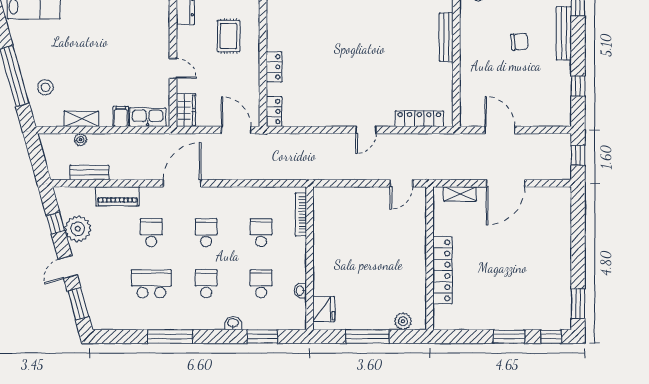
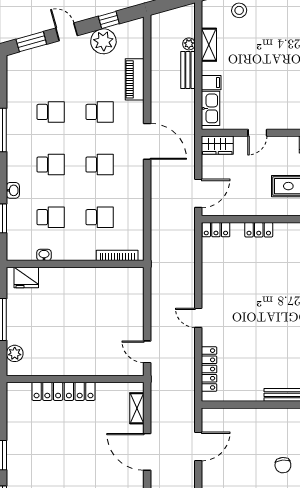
bench: (89, 173) -> (188, 70), moved
school desk: (151, 284) -> (51, 112), width x0.54

